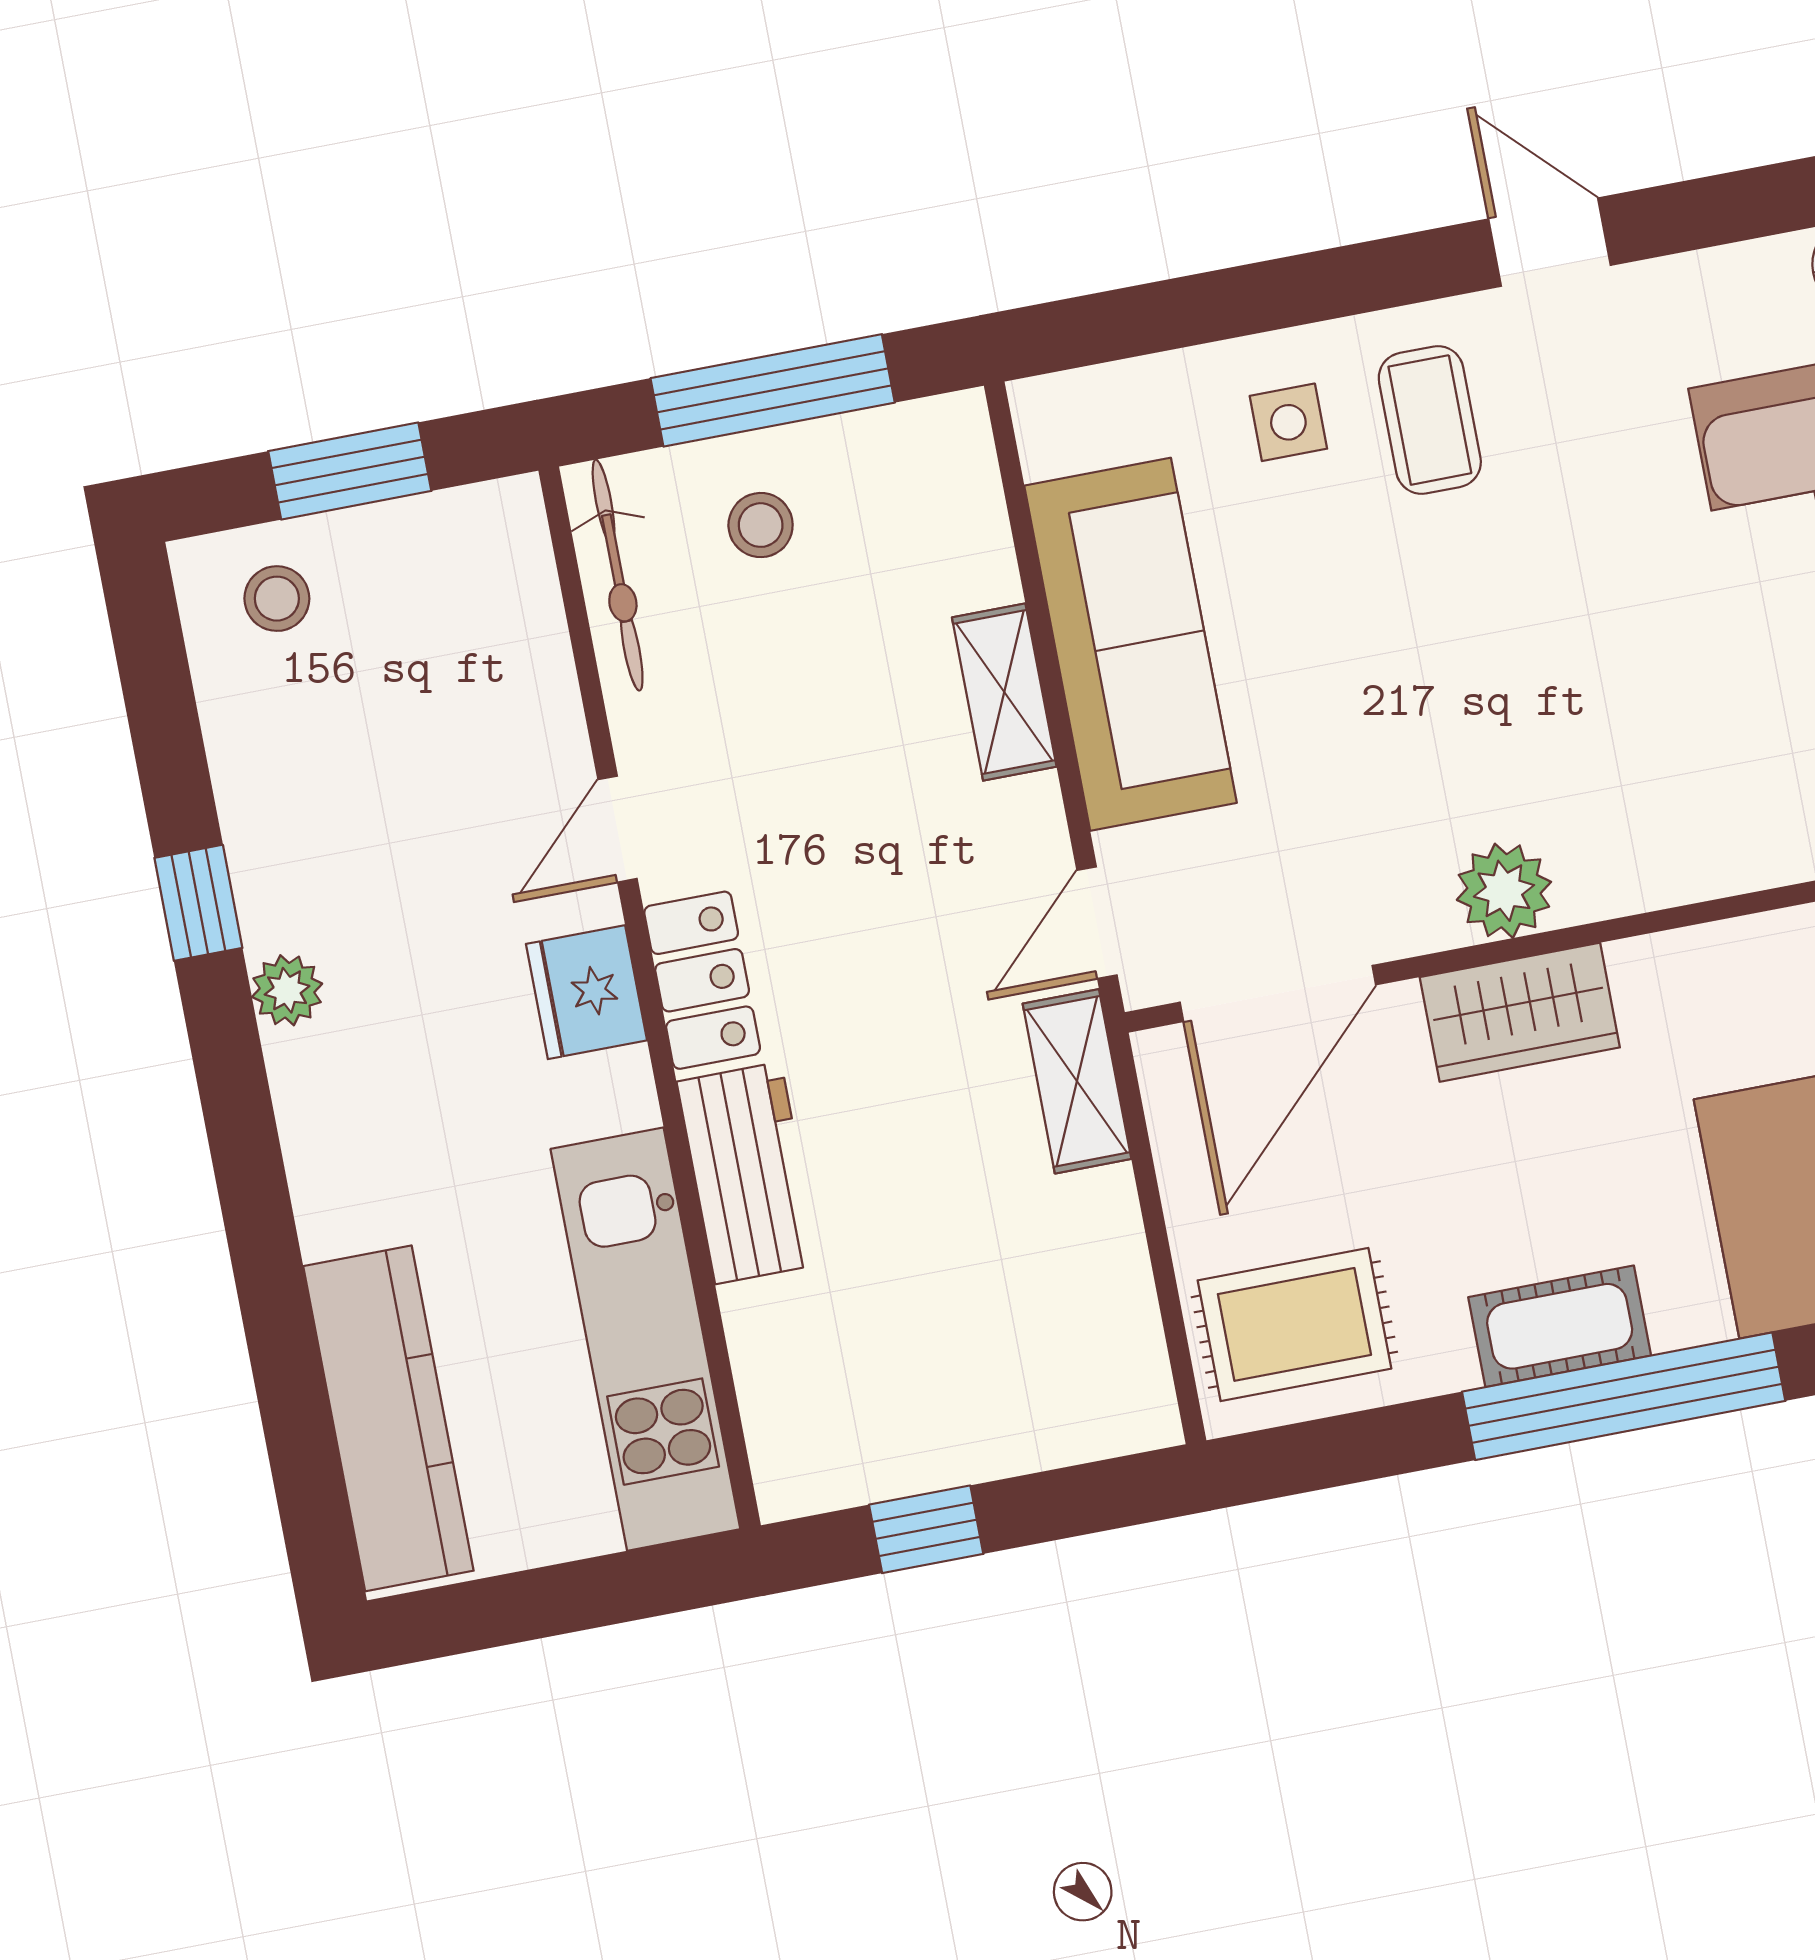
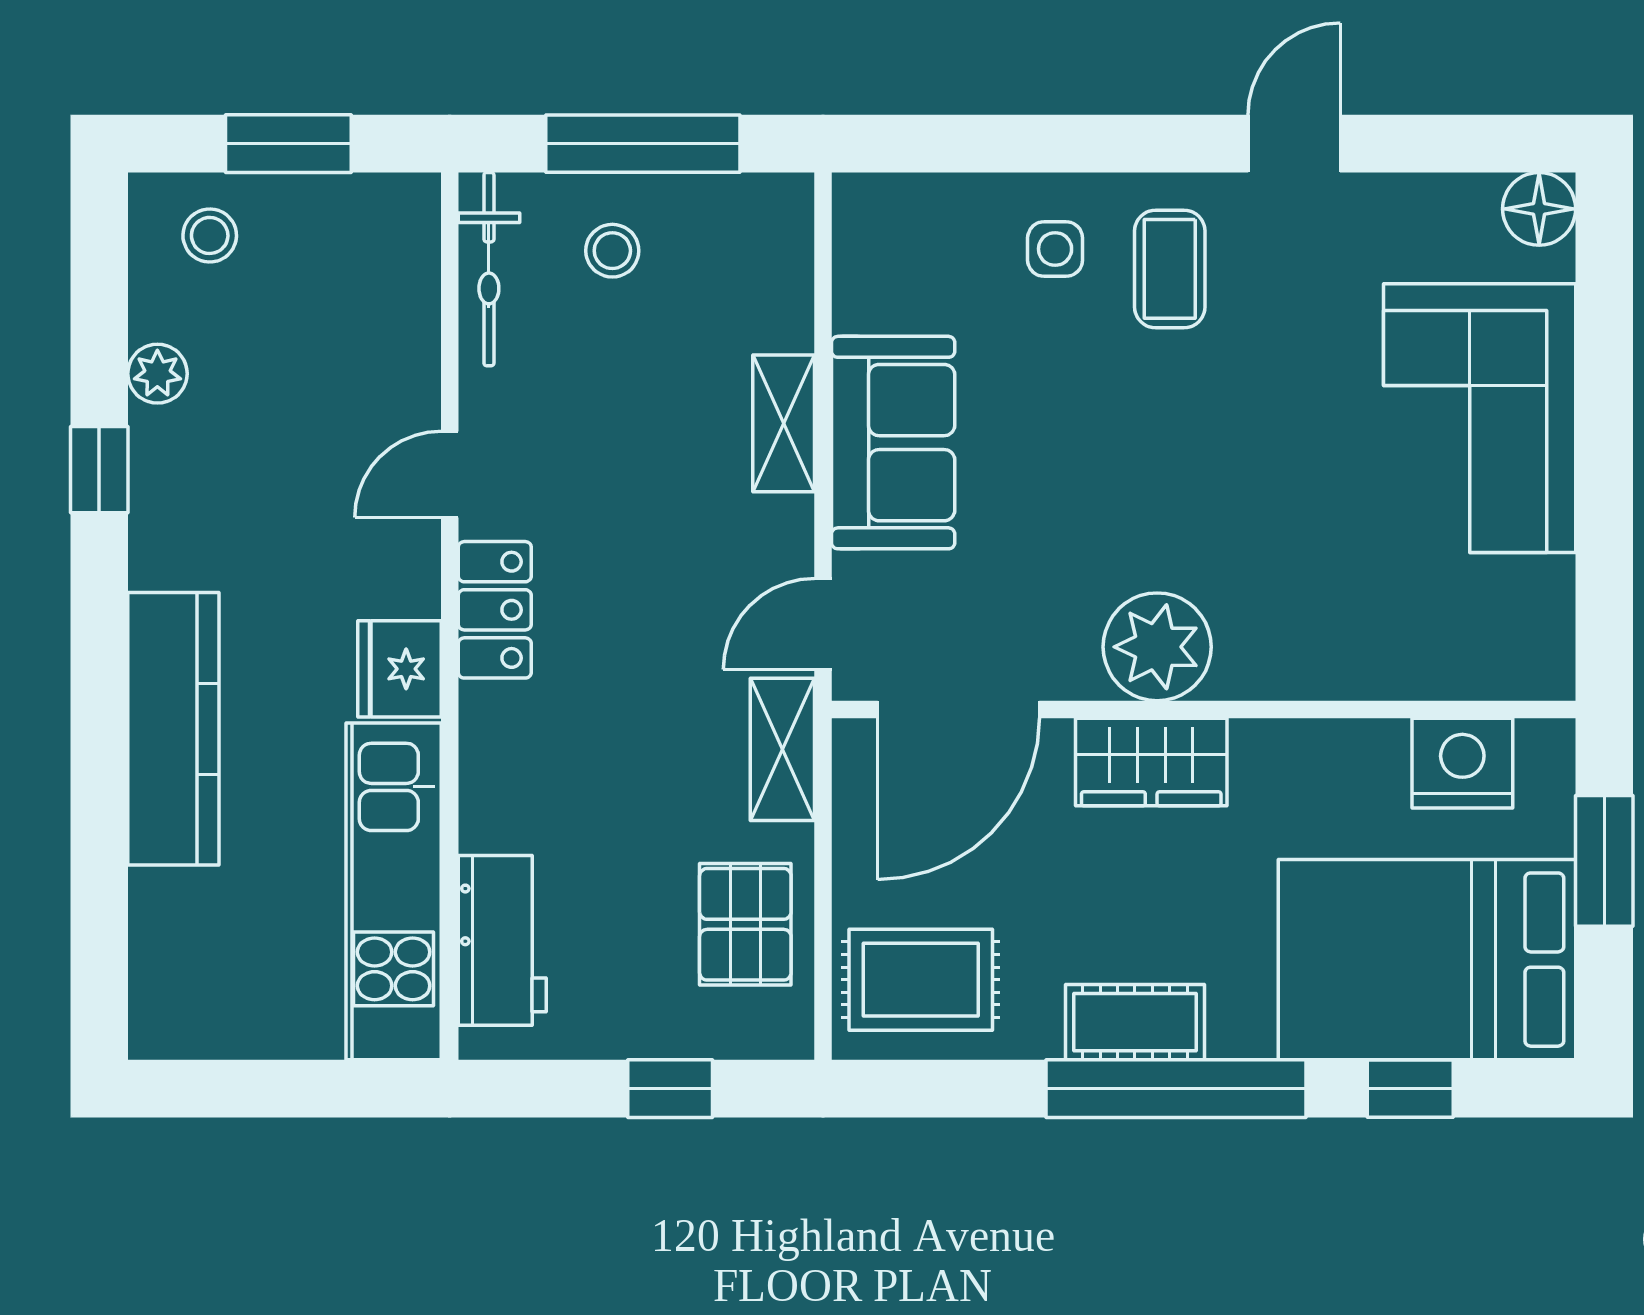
door: (1550, 242) -> (1294, 144), hinge flipped
sofa: (1131, 644) -> (893, 443), width x0.73
plant: (1504, 891) -> (1157, 647), width x1.36, depth x1.36
plant: (287, 990) -> (157, 374), moved
fridge: (586, 992) -> (399, 669), moved
workbench: (748, 1173) -> (502, 940), moved
pallet: (1073, 1298) -> (745, 924), added
kitchen counter: (388, 1418) -> (173, 729), moved
window: (926, 1529) -> (670, 1089), moved

